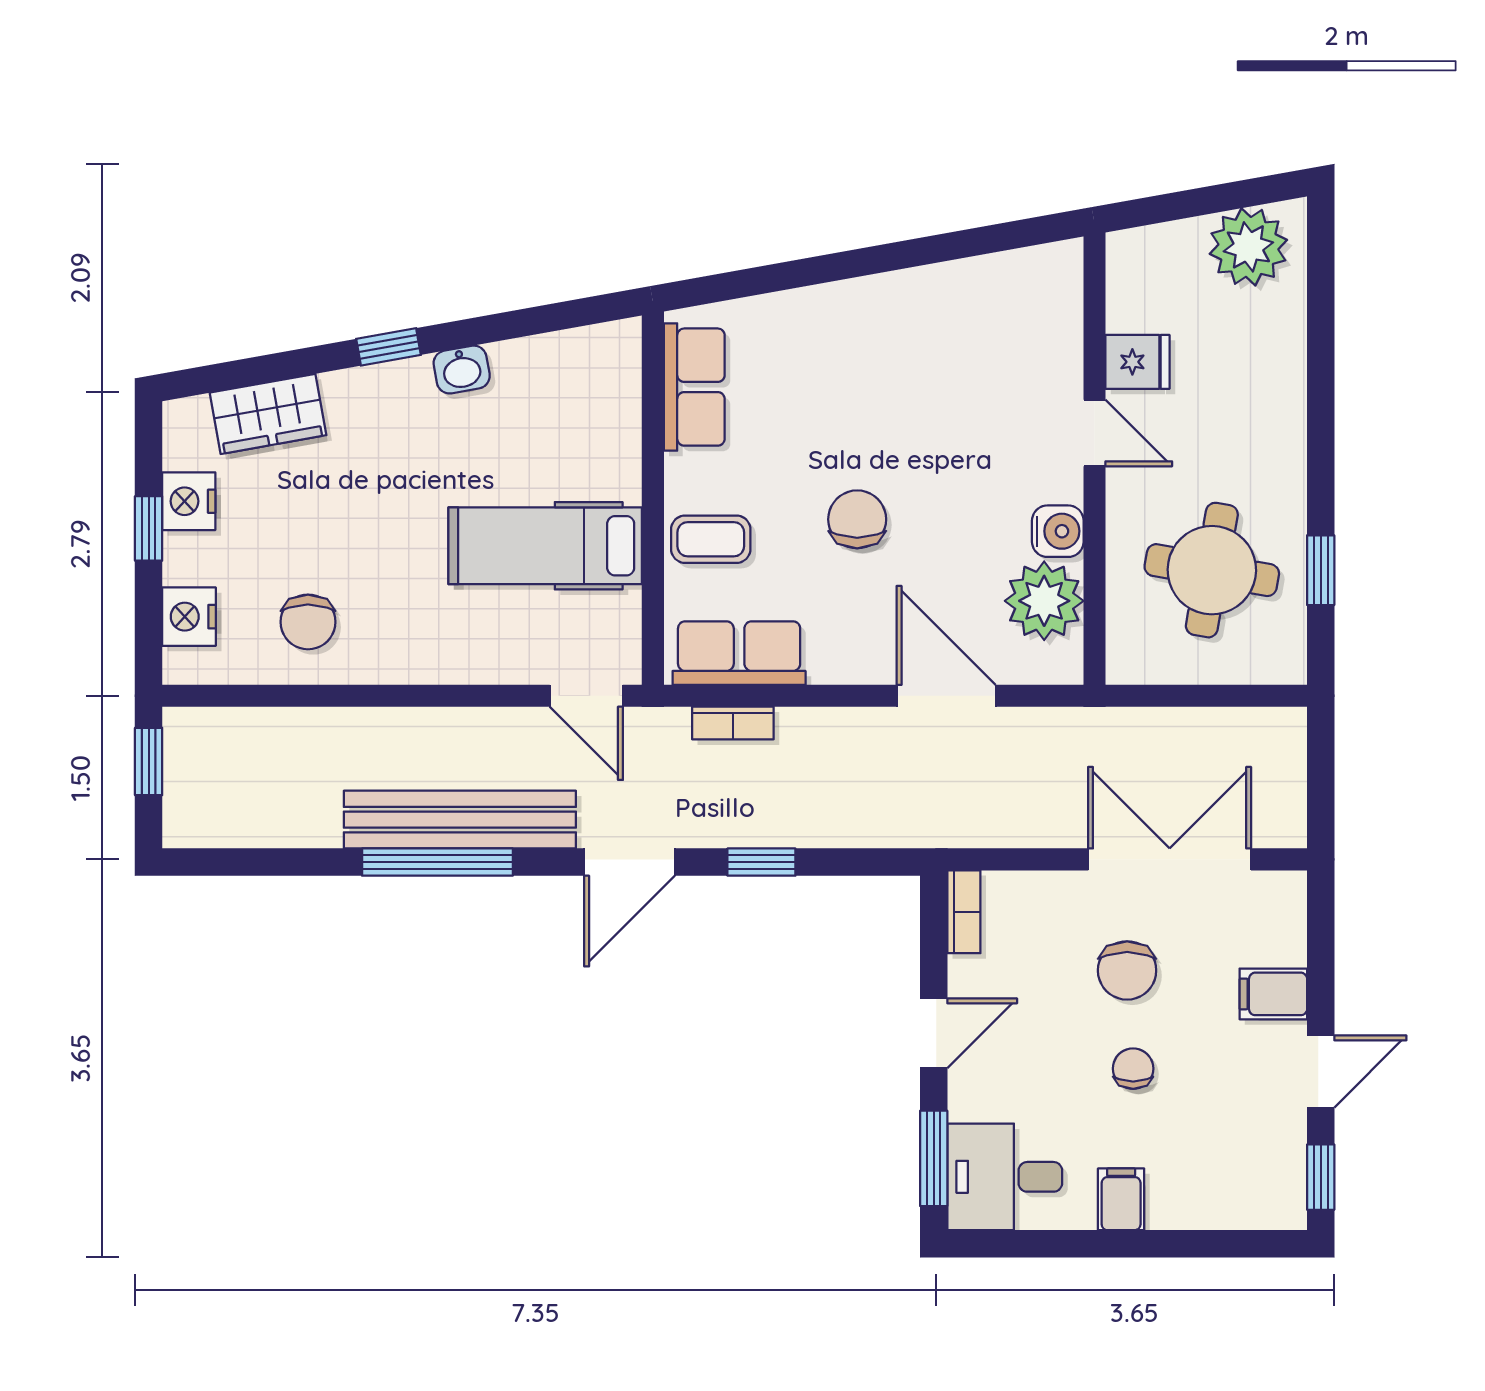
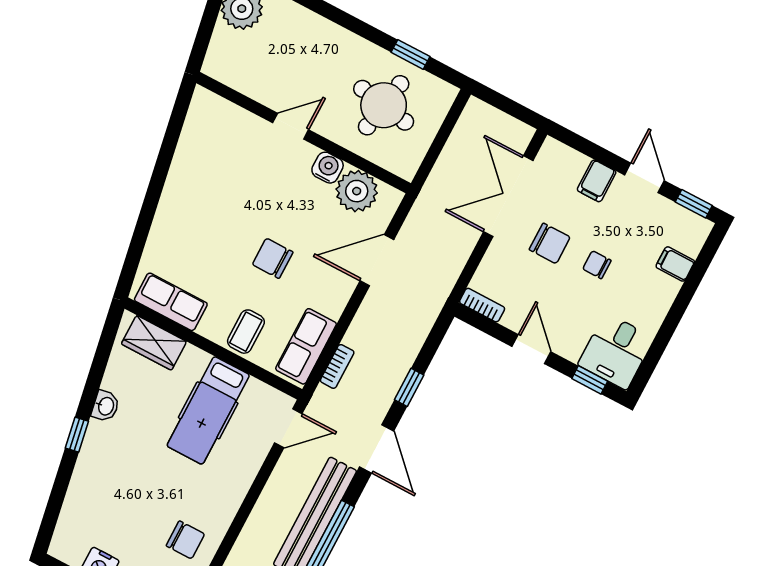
fridge: (1137, 362) -> (268, 89), removed
wardrobe: (268, 414) -> (154, 343), moved, turned 100
window: (934, 1158) -> (590, 380), width x0.67
filing cabinet: (1121, 1199) -> (675, 264), moved

